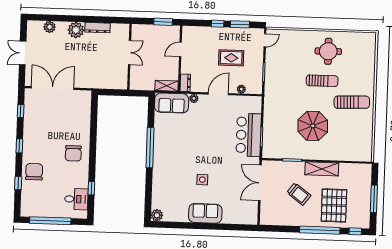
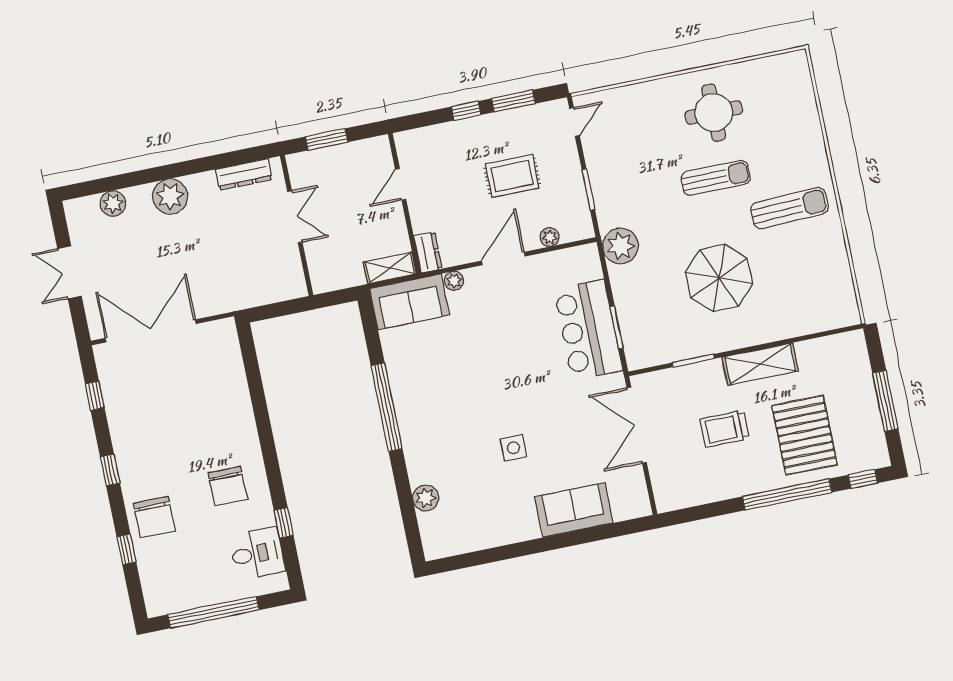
window: (163, 22) -> (327, 139), moved
dresser: (97, 28) -> (244, 174), moved
plant: (272, 101) -> (620, 246), added
chair: (73, 153) -> (228, 486), moved
chair: (34, 172) -> (154, 517), turned 180
trolley: (299, 194) -> (724, 429), turned 143
sofa: (205, 213) -> (574, 510), moved
plant: (157, 215) -> (426, 498), moved

